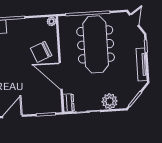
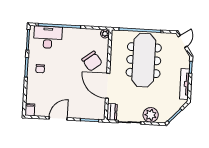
chair: (41, 52) -> (92, 61), turned -106

